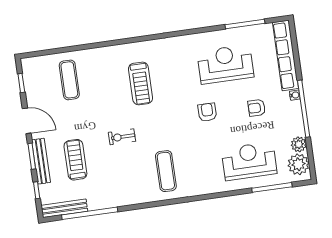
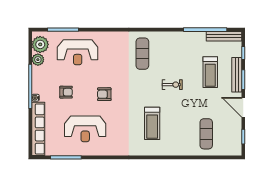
treadmill: (141, 83) -> (152, 123), turned 180
armchair: (207, 112) -> (104, 94), turned 90

